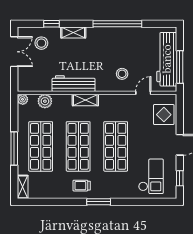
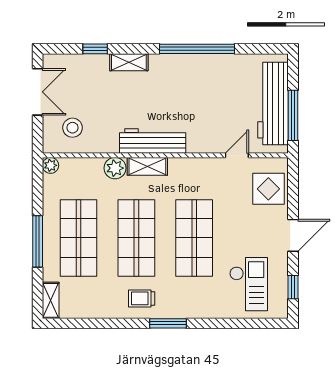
stool: (41, 43) -> (72, 128), moved
stool: (122, 74) -> (204, 126), removed
workbench: (74, 84) -> (153, 141), moved
plant: (45, 101) -> (115, 168), moved

